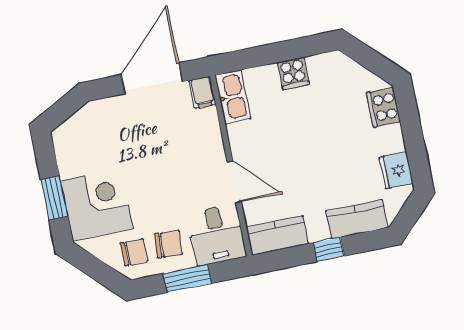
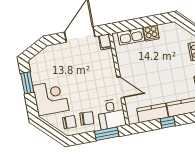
kitchen sink: (233, 97) -> (131, 36), moved, turned 90
window: (54, 198) -> (27, 83), moved
kitchen counter: (277, 235) -> (152, 113), moved
window: (187, 278) -> (107, 134), moved

